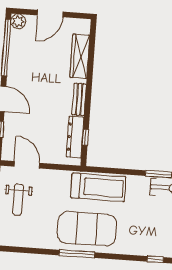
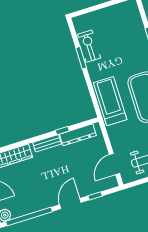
window: (85, 137) -> (62, 131), moved

